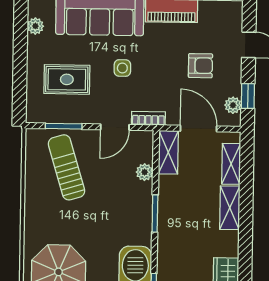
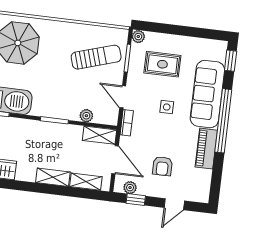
plant: (35, 26) -> (138, 37), moved
rug: (67, 79) -> (162, 64), turned 90
door: (199, 129) -> (115, 160), hinge flipped

